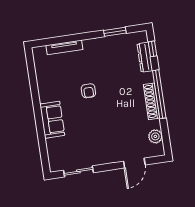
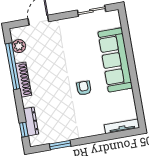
tv unit: (64, 47) -> (122, 126), moved
window: (159, 94) -> (13, 66), moved
sofa: (52, 120) -> (115, 60), width x1.85, depth x1.27

